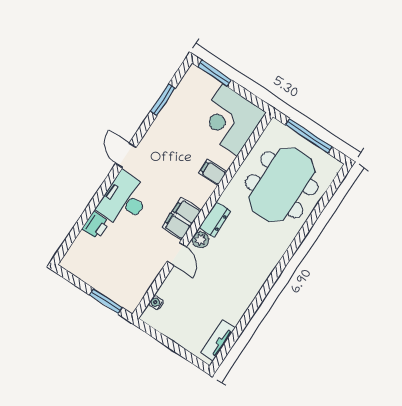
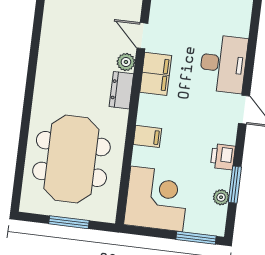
plant: (179, 95) -> (221, 197), added
window: (309, 136) -> (69, 222), width x0.69
printer: (96, 225) -> (223, 157), moved

